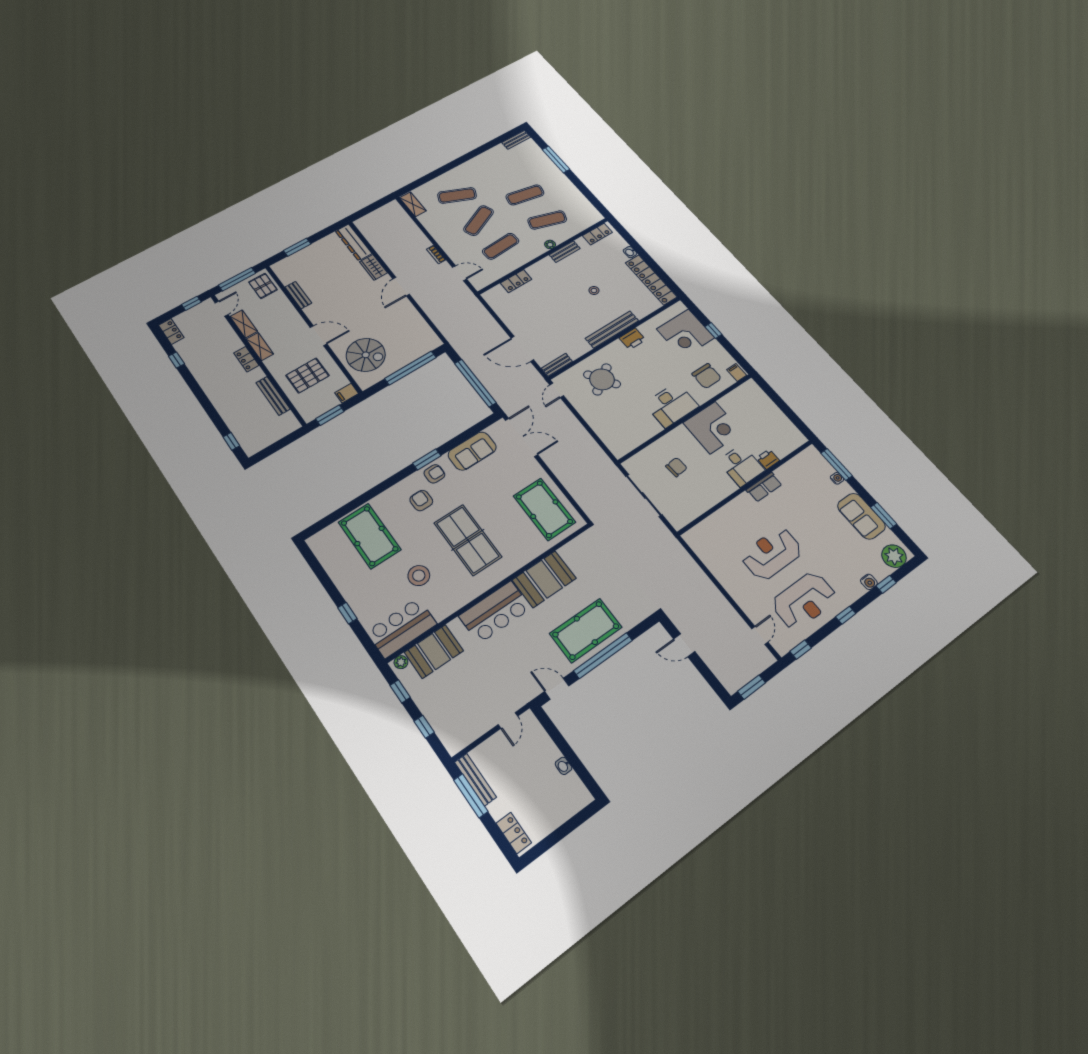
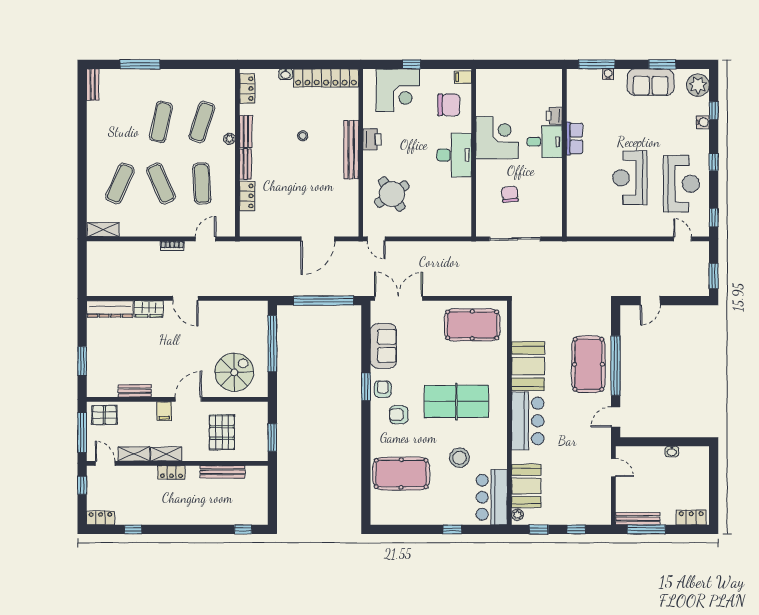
bench: (557, 365) -> (245, 164), moved
filing cabinet: (347, 393) -> (164, 411), moved

